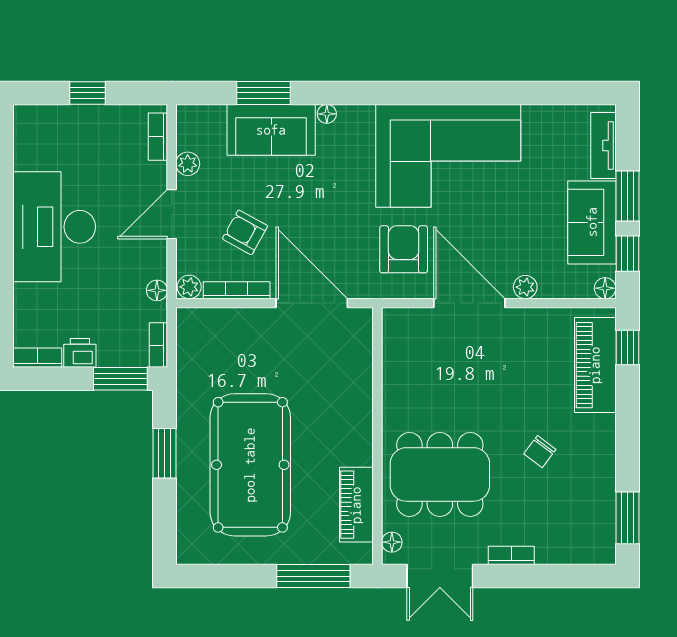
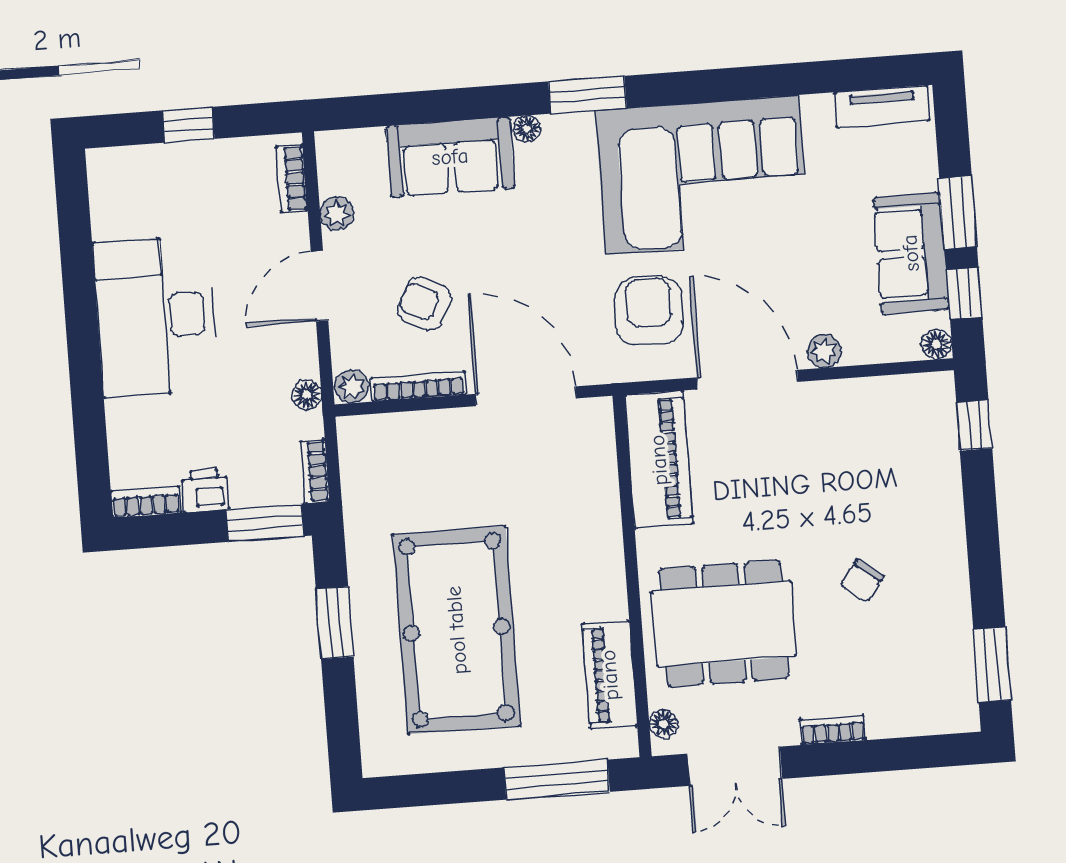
window: (263, 93) -> (587, 95), moved
tv unit: (603, 146) -> (882, 107), moved, turned -90
piano: (595, 365) -> (659, 460), moved, turned 180

